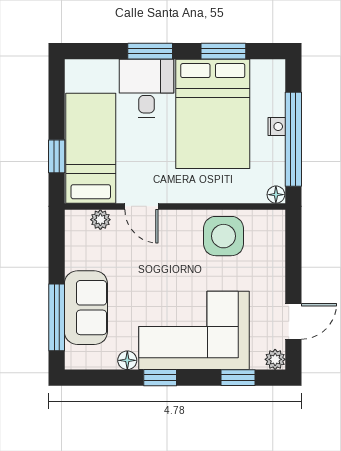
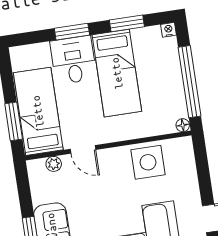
bed: (213, 114) -> (117, 73), width x0.67
nightstand: (277, 127) -> (169, 30), moved, turned -90
window: (57, 156) -> (14, 121), width x1.50

